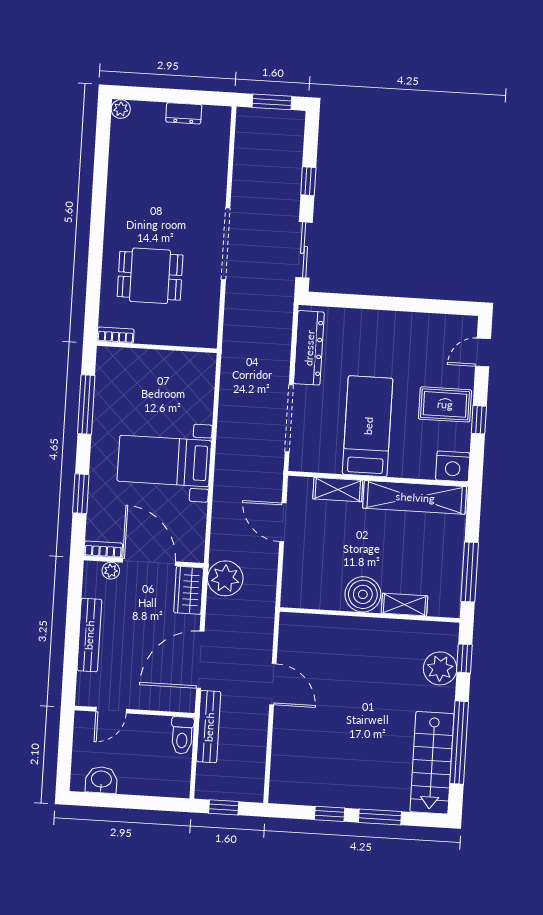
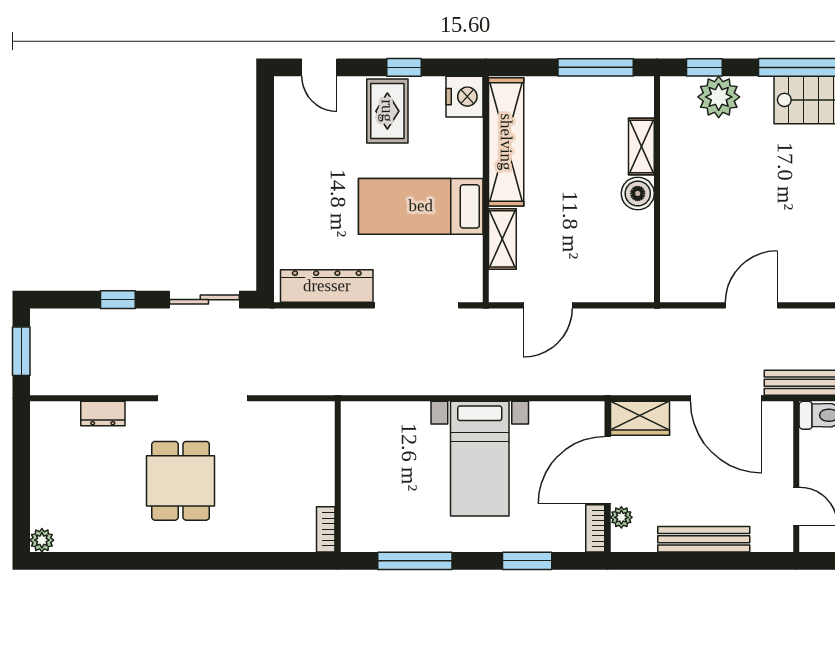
dresser: (184, 113) -> (103, 414), moved, turned 90
dining table: (150, 276) -> (181, 481), moved
plant: (225, 578) -> (622, 373), removed
boiler: (363, 594) -> (638, 193), width x0.73, depth x0.73

